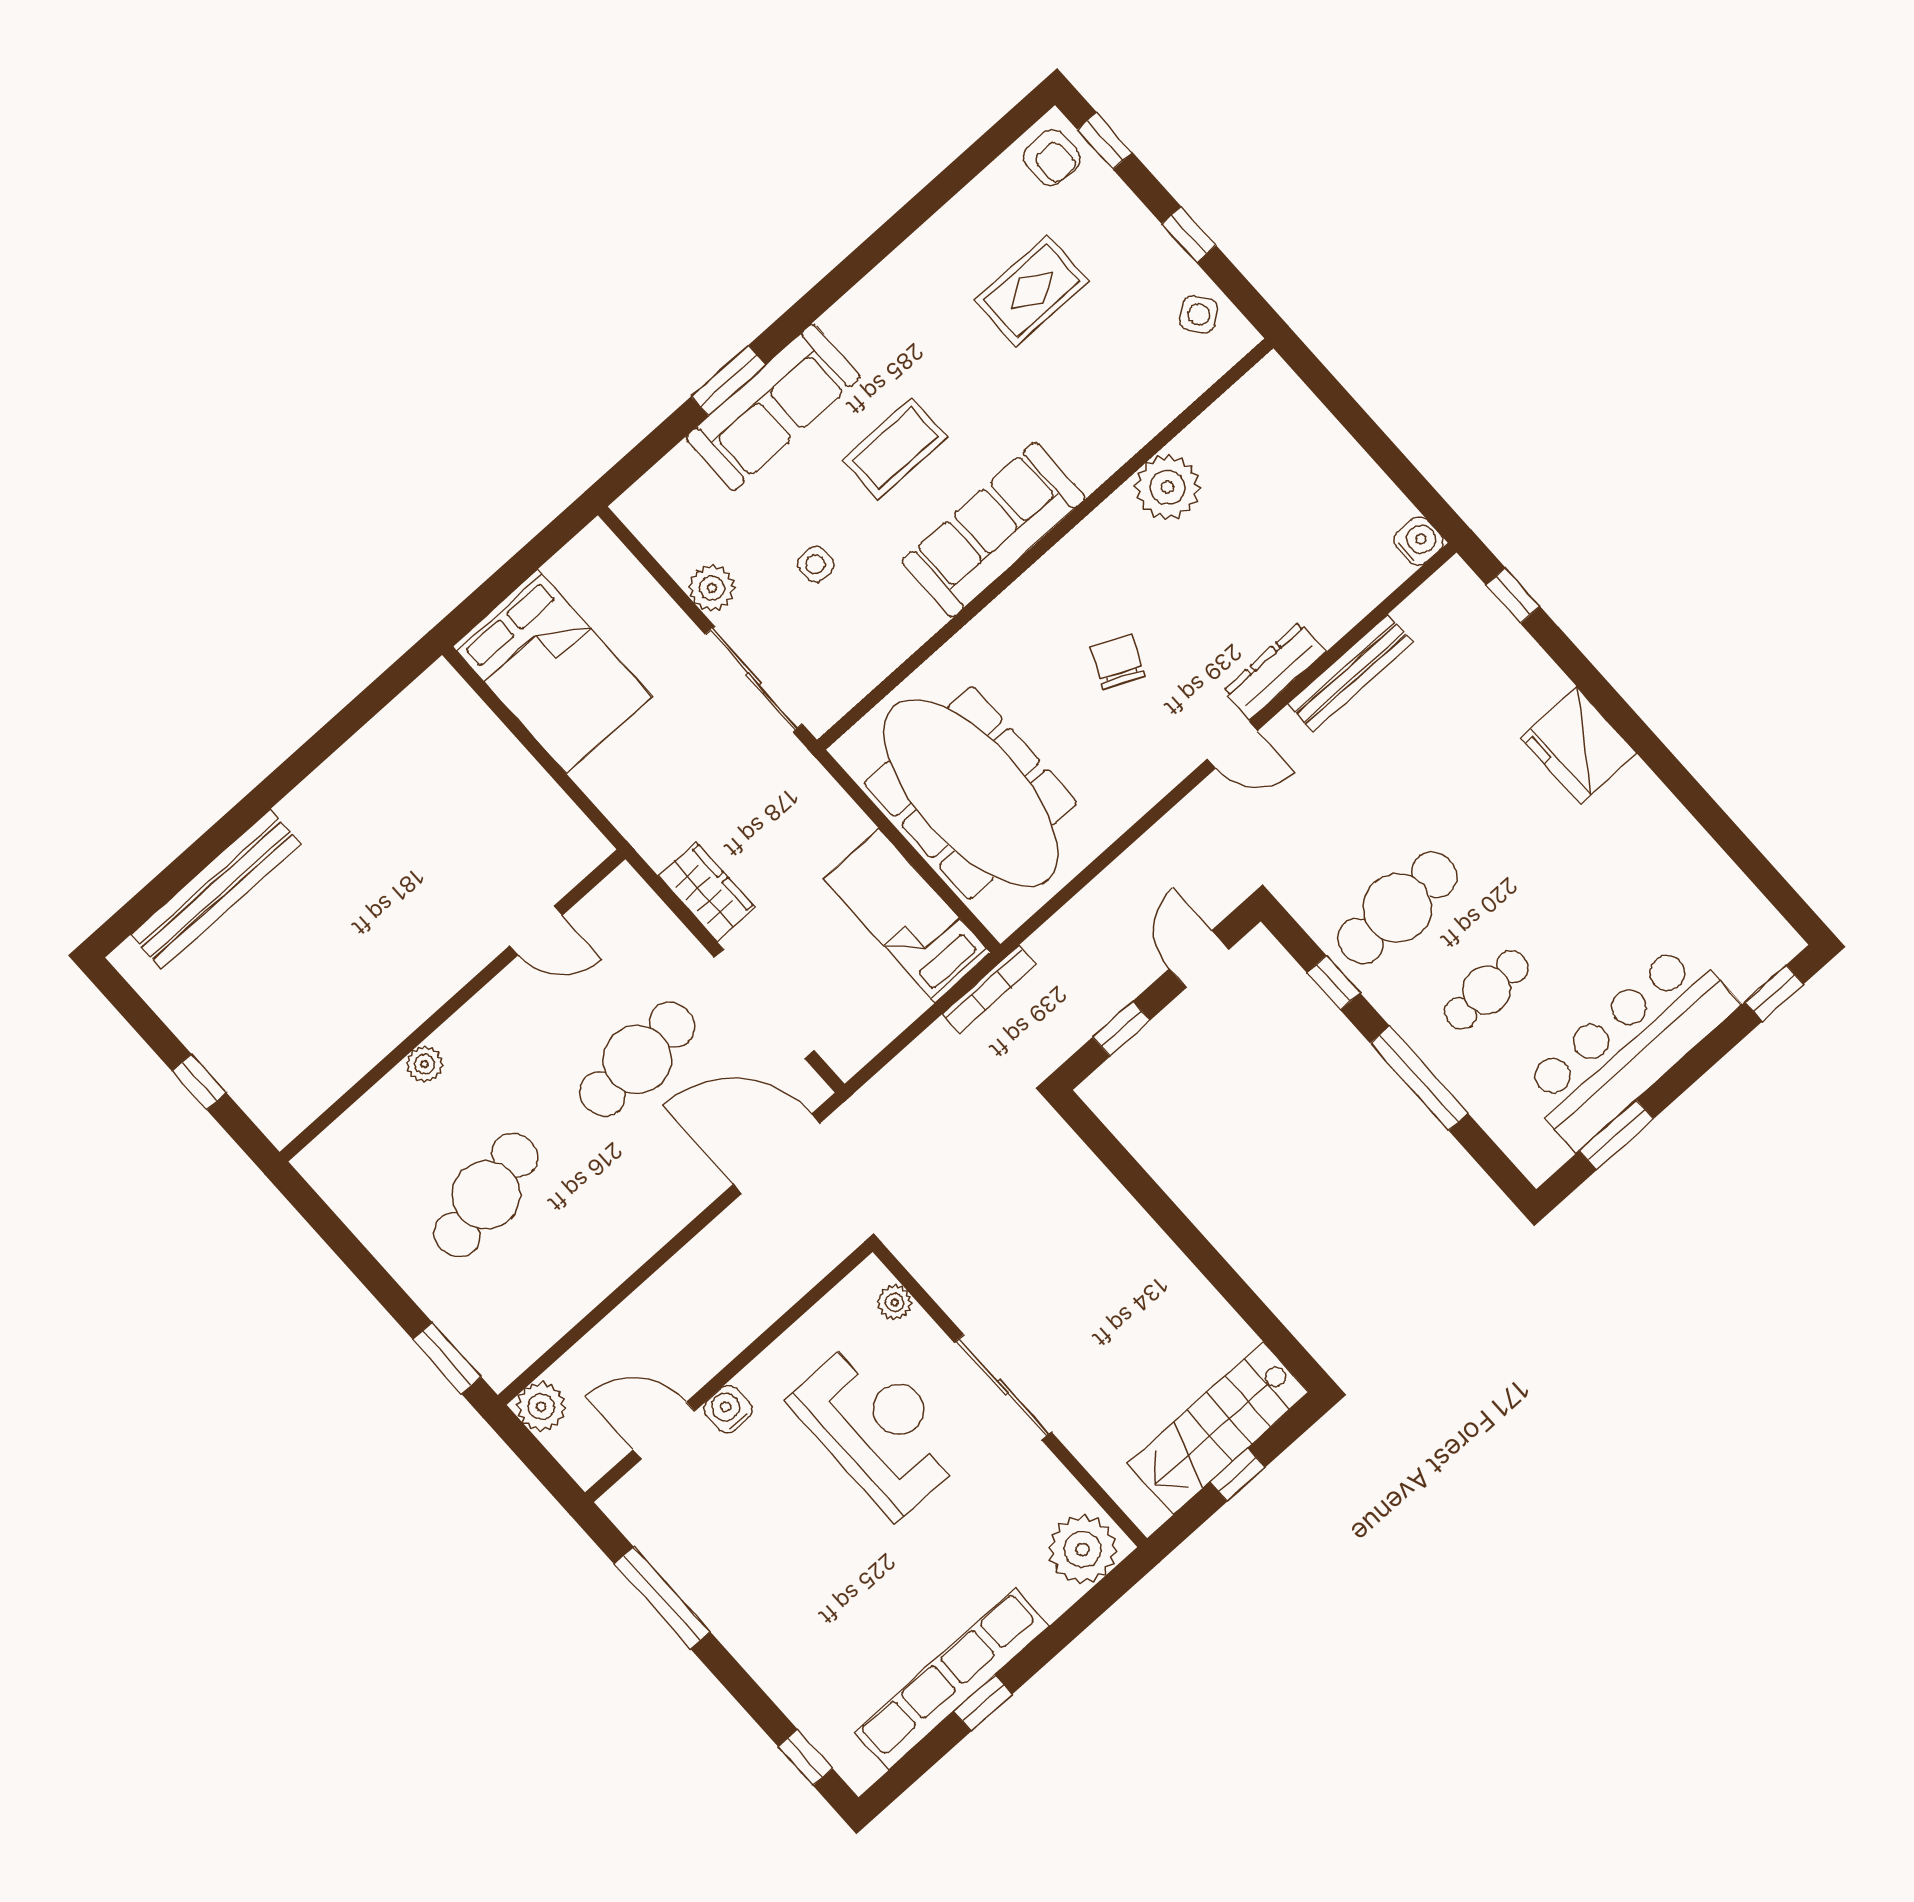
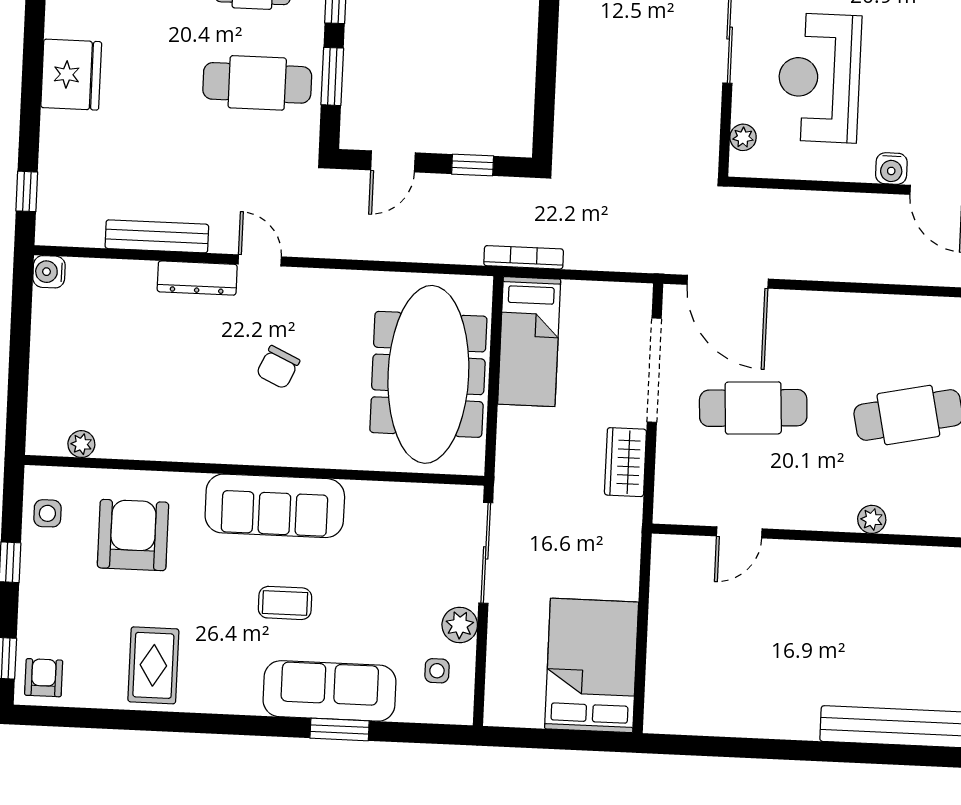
rug: (1032, 291) -> (153, 665), moved, turned 90
side table: (1199, 314) -> (47, 513), turned 38
armchair: (1099, 373) -> (133, 535), added
coffee table: (895, 449) -> (285, 603), width x0.73, depth x0.77
plant: (1167, 487) -> (81, 444), moved, width x0.53, depth x0.53
side table: (816, 564) -> (437, 671), moved
door: (536, 931) -> (739, 532), swing flipped
window: (1333, 983) -> (332, 76), width x1.50

